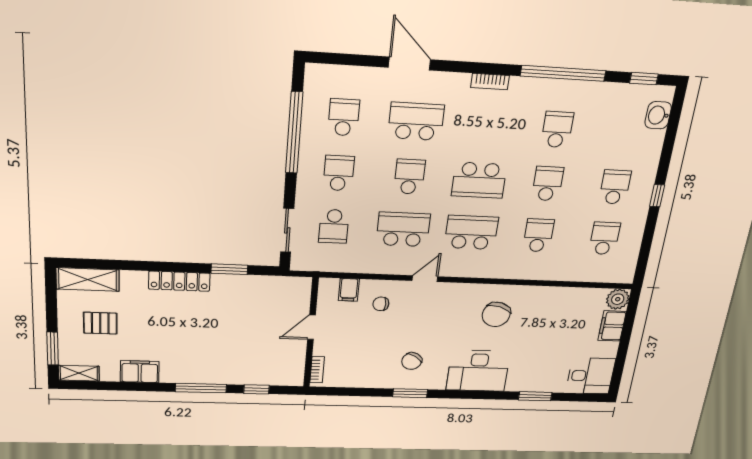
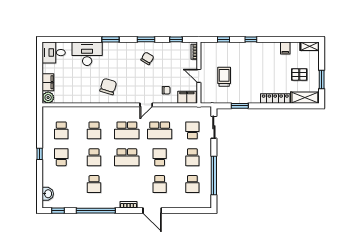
door: (409, 63) -> (152, 211), moved
school desk: (416, 121) -> (160, 184), width x0.54
school desk: (409, 177) -> (160, 157), turned 180
school desk: (479, 180) -> (127, 157), turned 180
school desk: (615, 187) -> (61, 157), turned 180
locker: (179, 281) -> (275, 99), moved
filing cabinet: (349, 290) -> (187, 97), width x2.00
trolley: (259, 324) -> (224, 77), added
door: (311, 327) -> (199, 76), swing flipped
window: (53, 349) -> (322, 80), moved
desk: (478, 371) -> (87, 54), moved
filing cabinet: (140, 372) -> (285, 48), width x0.50
window: (201, 388) -> (251, 39), width x0.46
window: (351, 392) -> (176, 39), added
window: (535, 396) -> (111, 39), moved

